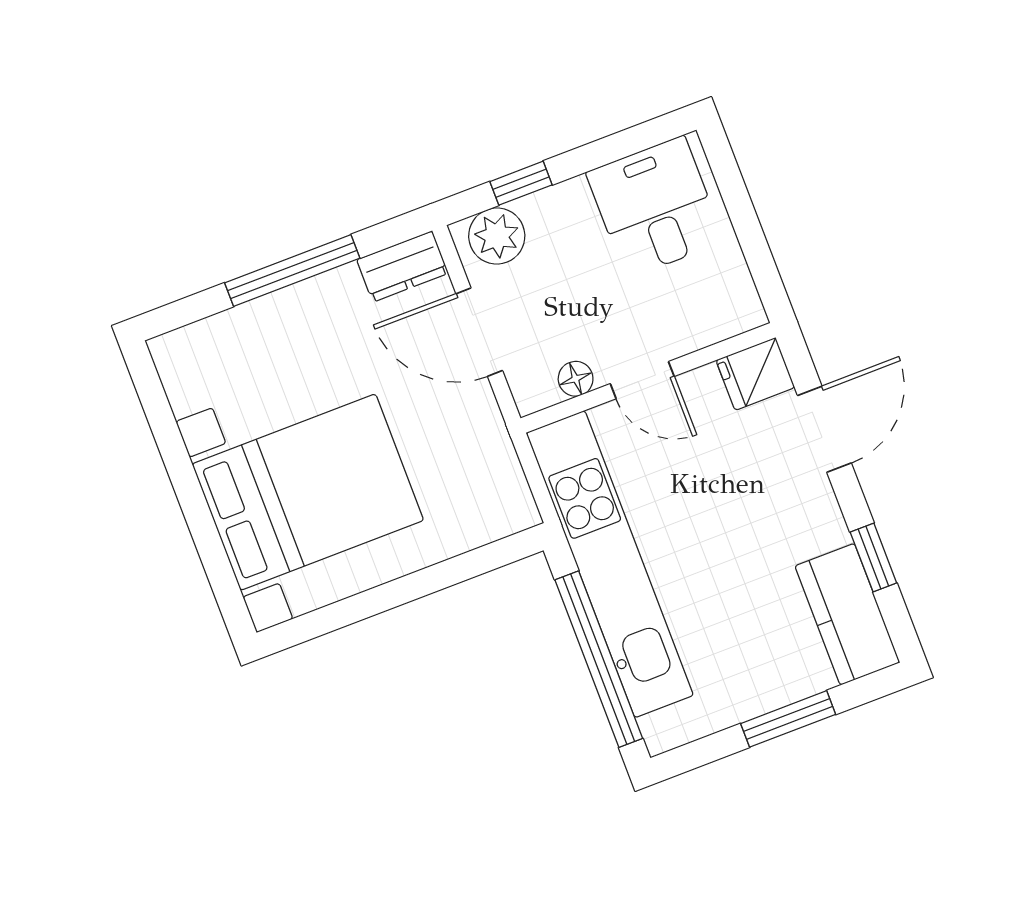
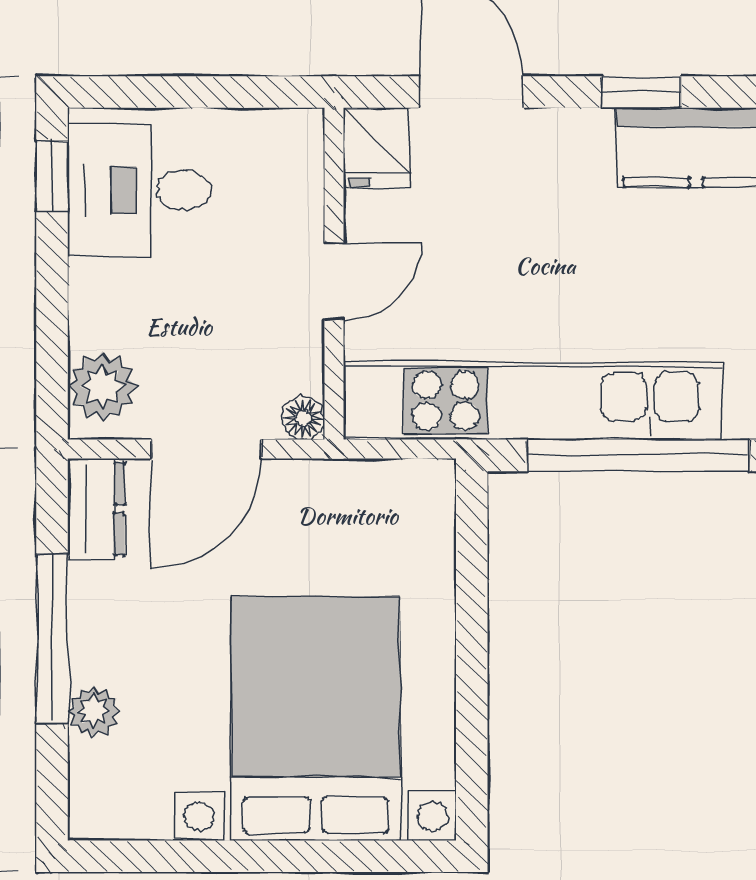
window: (521, 183) -> (52, 176), moved
plant: (249, 323) -> (94, 711), added
floor lamp: (576, 379) -> (303, 418), moved

